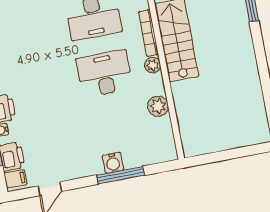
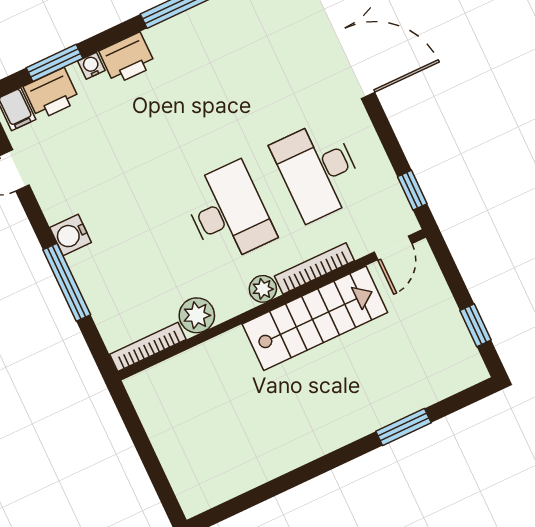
bookcase: (169, 139) -> (148, 347), added
water cooler: (113, 163) -> (71, 235), moved

